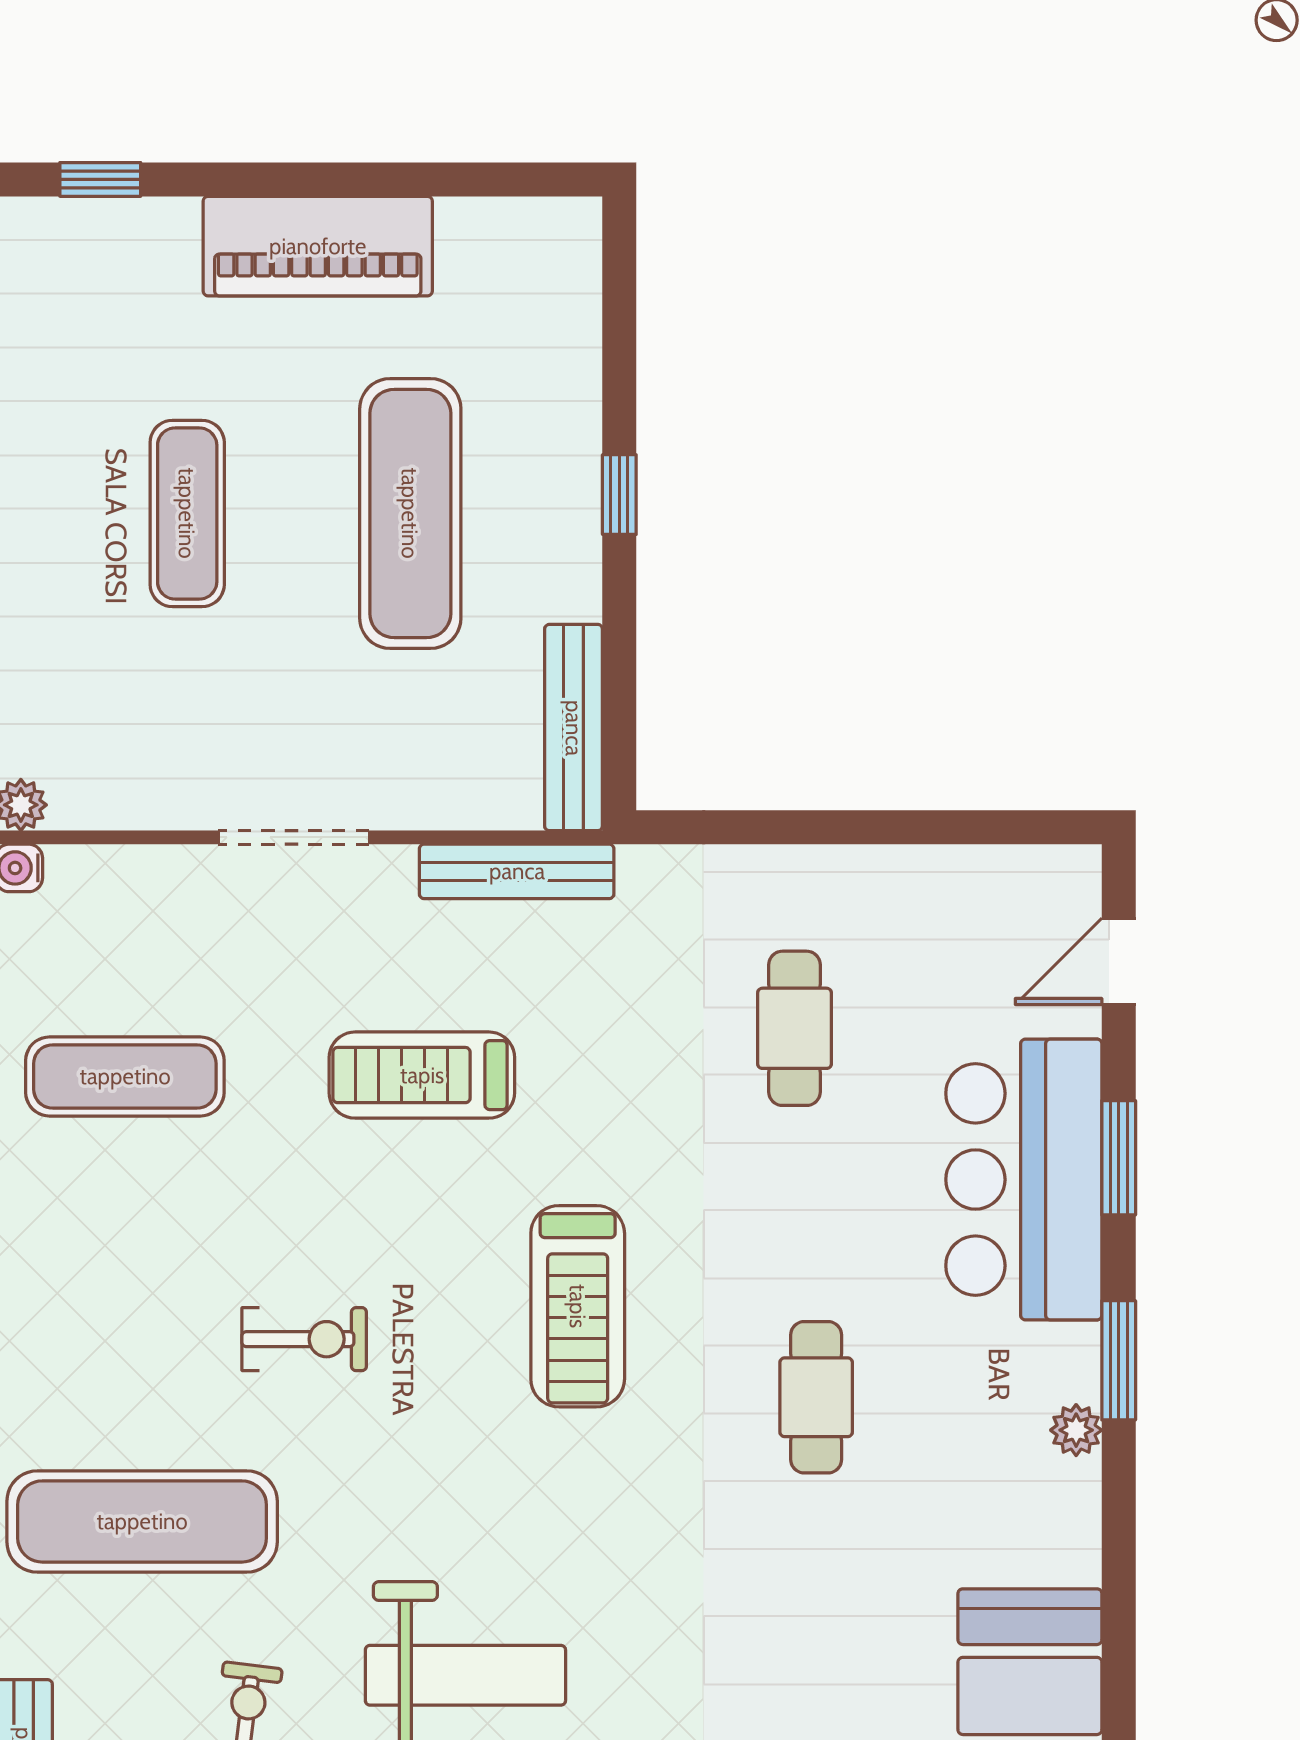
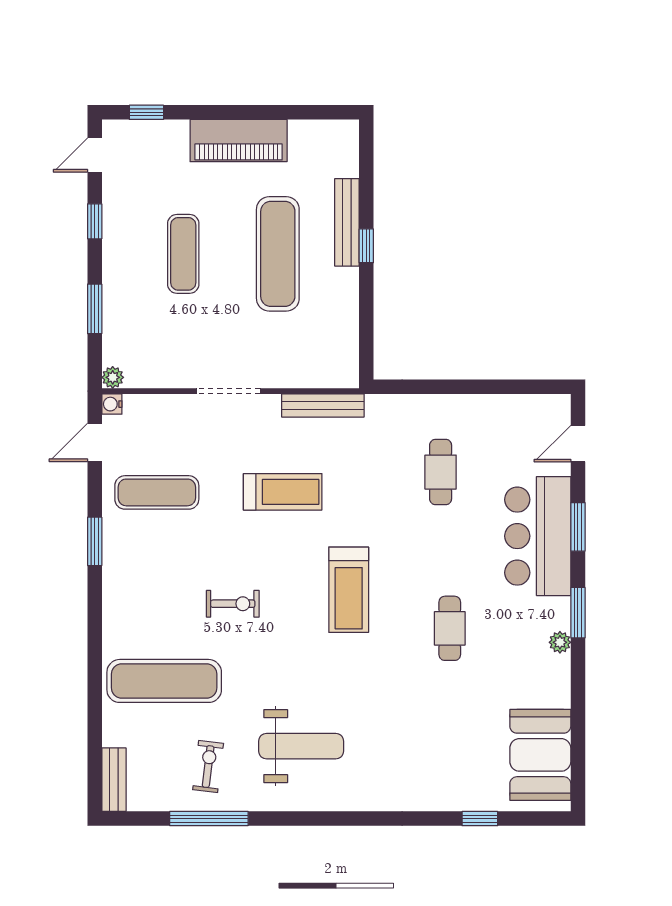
bench: (574, 728) -> (347, 222), moved
treadmill: (422, 1075) -> (283, 492), turned 180

